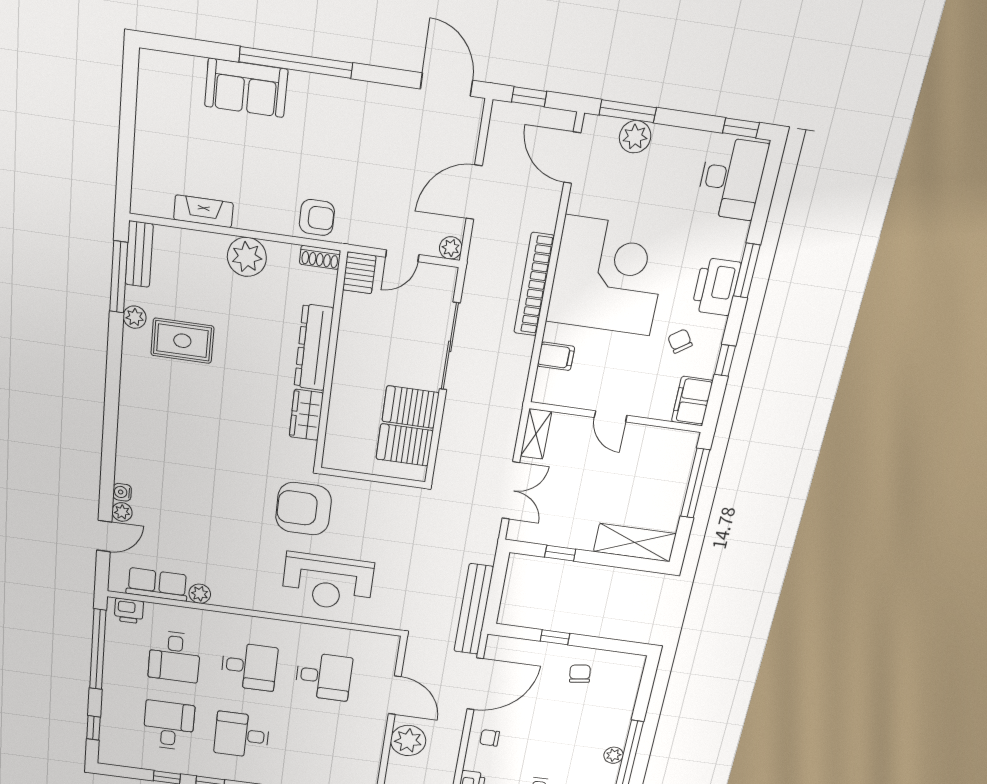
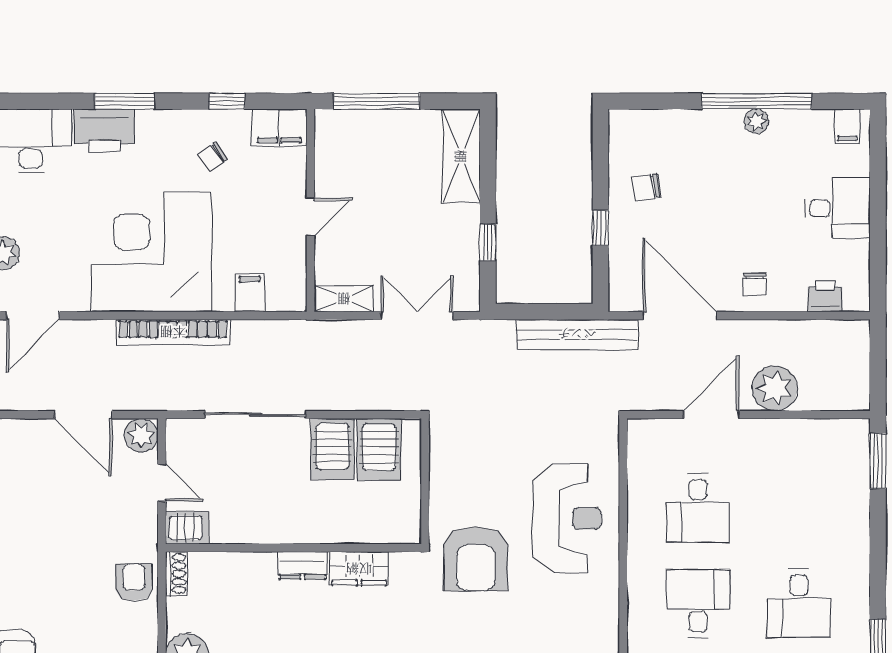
plant: (451, 248) -> (141, 435), width x1.38, depth x1.38
printer: (716, 287) -> (104, 131), moved
dresser: (314, 348) -> (303, 565), width x0.51, depth x0.80
desk: (324, 676) -> (698, 508), turned 180

